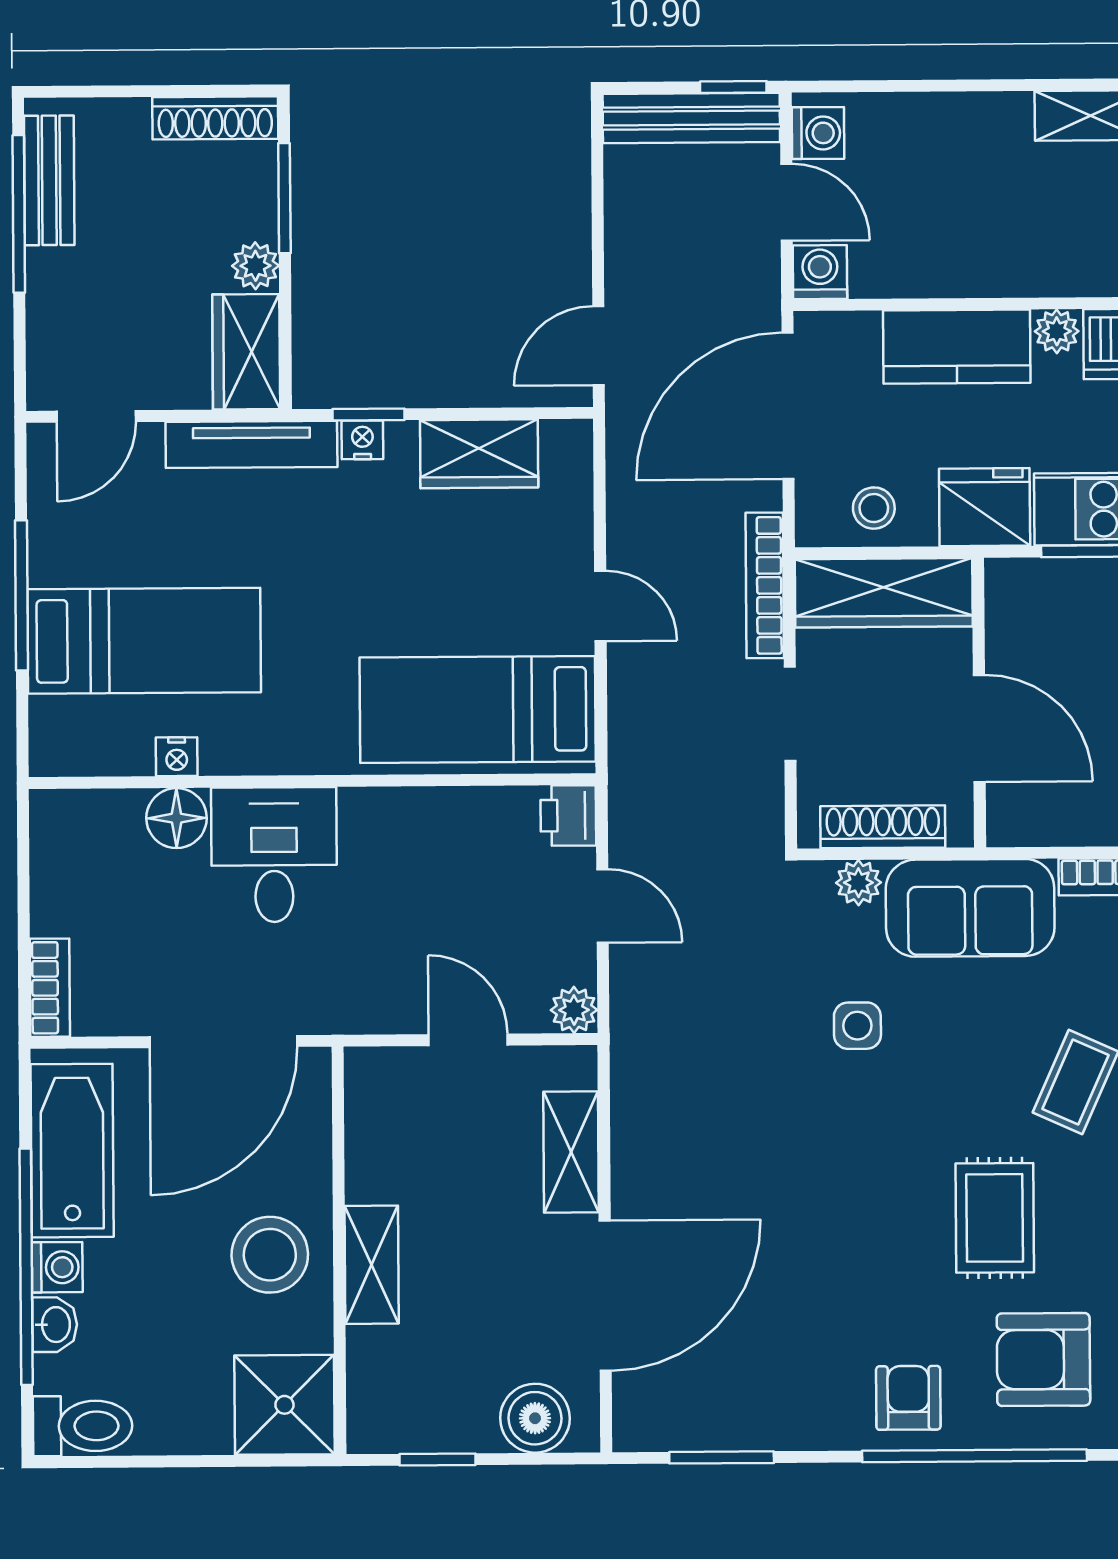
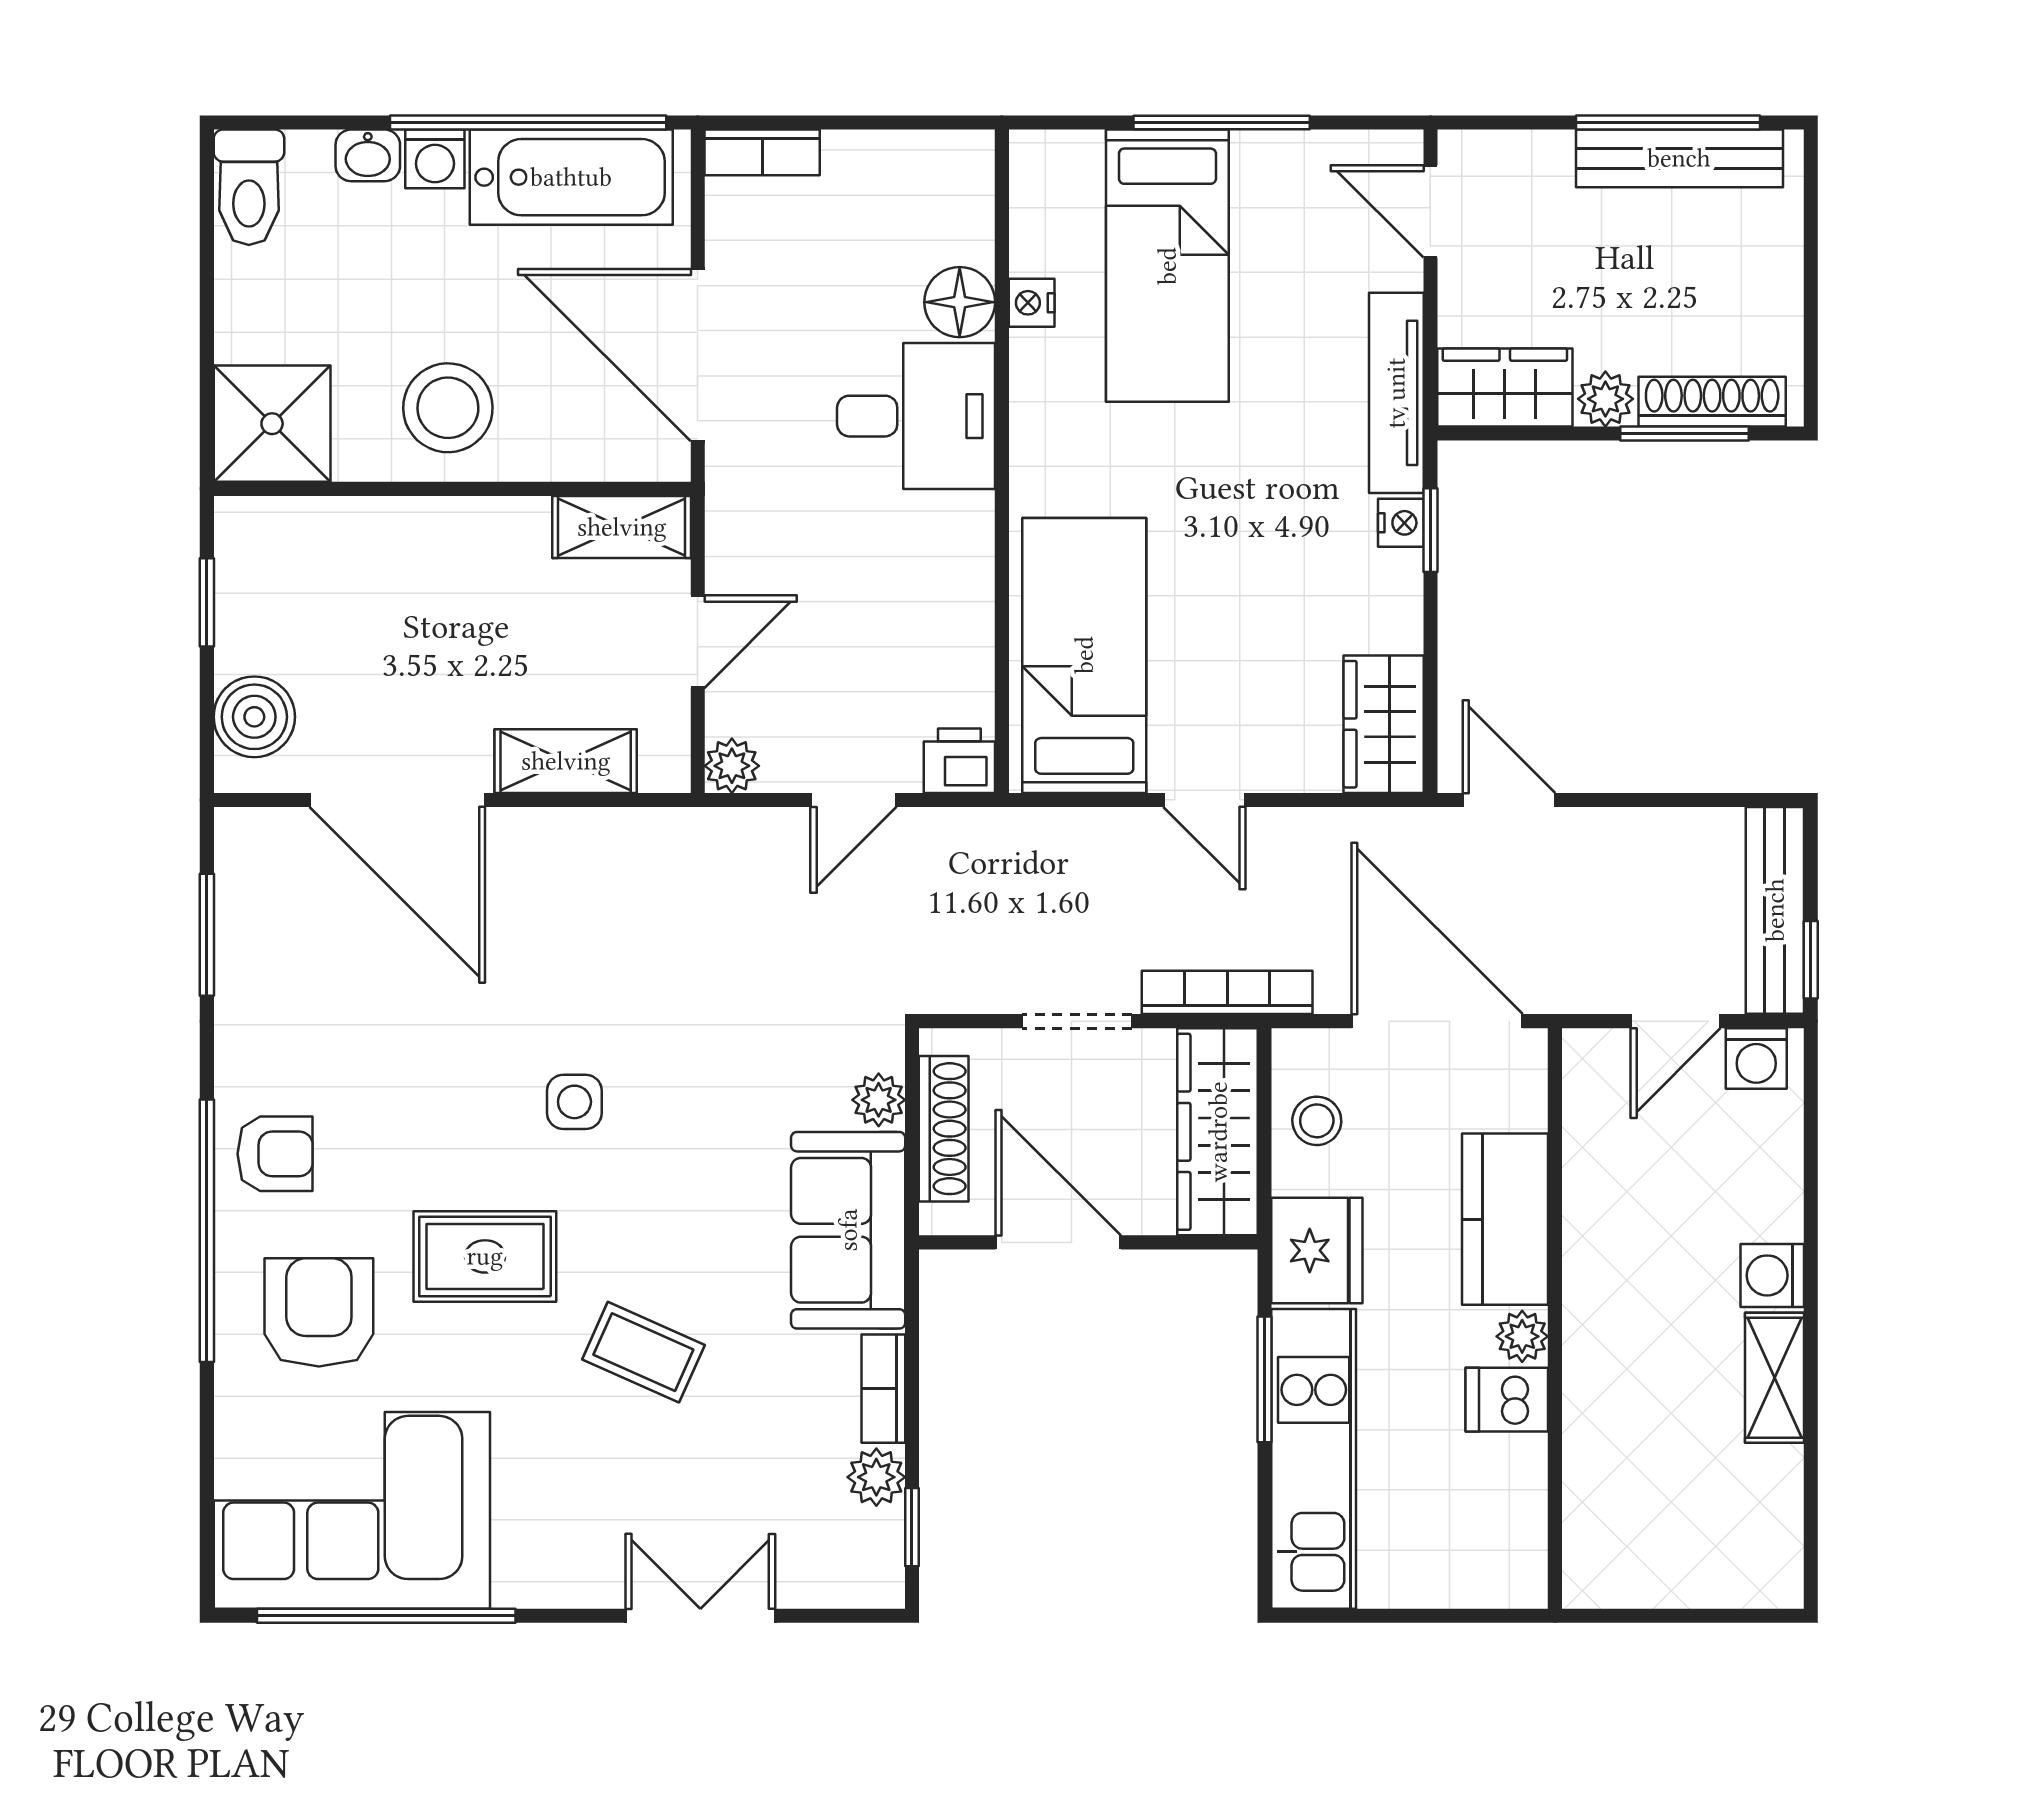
shoe rack: (215, 118) -> (1712, 402), moved, turned 90
bench: (49, 180) -> (1679, 158), width x1.36
washing machine: (820, 272) -> (1772, 1275), moved, turned 180
wardrobe: (479, 454) -> (1384, 724), moved
door: (600, 606) -> (1204, 800), hinge flipped
door: (979, 728) -> (1058, 1242), swing flipped
side table: (857, 1026) -> (574, 1102), moved
shelving: (372, 1265) -> (622, 527), moved
window: (26, 1267) -> (528, 122), moved

